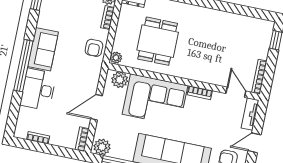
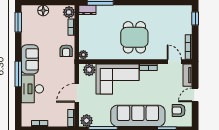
dining table: (158, 41) -> (134, 37), moved
window: (23, 66) -> (18, 74), width x0.68

